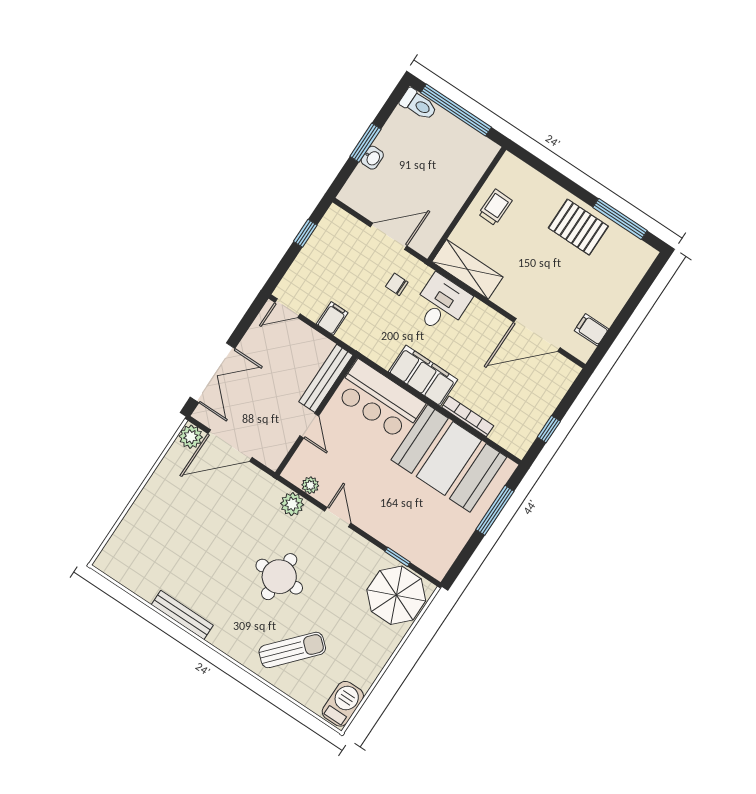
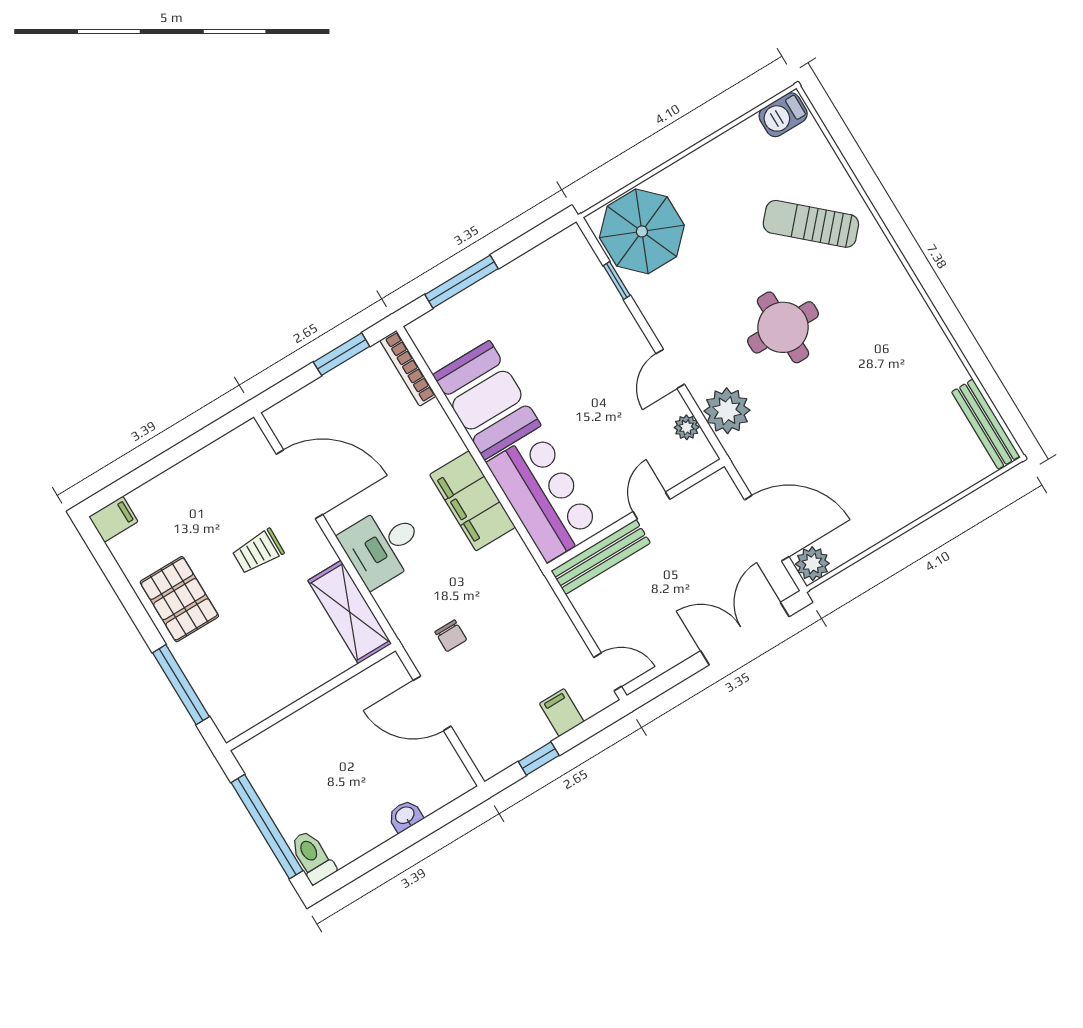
window: (365, 143) -> (405, 840), removed
trolley: (495, 207) -> (258, 551), moved
window: (620, 219) -> (181, 685), moved
desk: (441, 304) -> (383, 546), moved
filing cabinet: (332, 318) -> (562, 713), moved, turned 90
filing cabinet: (592, 330) -> (113, 519), moved, turned -90
bookcase: (468, 416) -> (408, 368), moved
window: (549, 429) -> (342, 354), width x1.50
booth: (449, 458) -> (487, 400), width x0.73, depth x0.70
plant: (292, 504) -> (727, 411), width x1.36, depth x1.36
bench: (182, 615) -> (986, 424), moved
barbecue: (343, 704) -> (783, 115), width x0.73, depth x0.79

